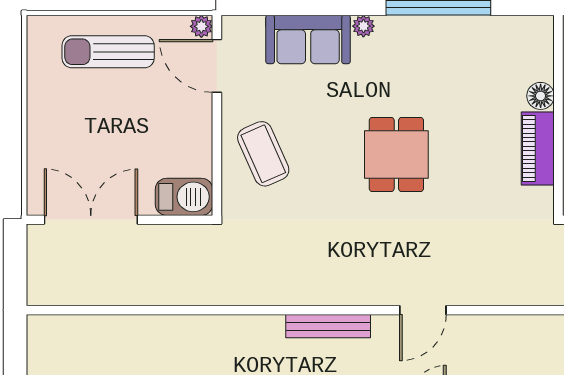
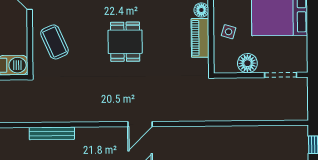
bench: (328, 326) -> (52, 133), moved

